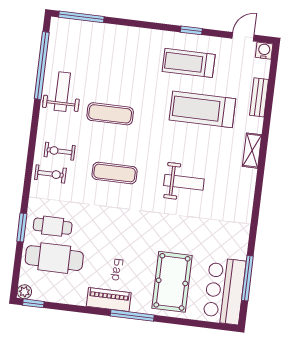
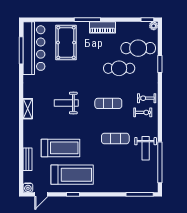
treadmill: (189, 63) -> (72, 175), width x1.37, depth x1.38
shelving: (252, 151) -> (28, 109), moved
cafe table: (53, 226) -> (119, 68), moved, width x1.37, depth x1.35
bar counter: (224, 291) -> (34, 48), width x1.36

